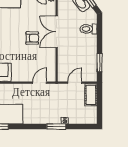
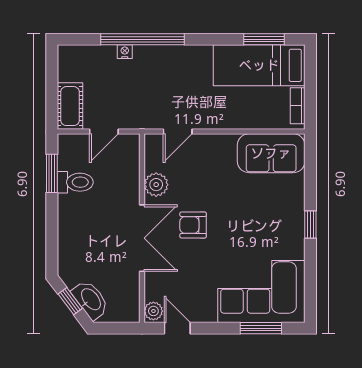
toilet: (88, 29) -> (75, 182), moved
plant: (50, 57) -> (156, 185), added
window: (56, 127) -> (142, 39), width x2.11

